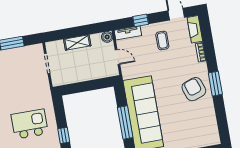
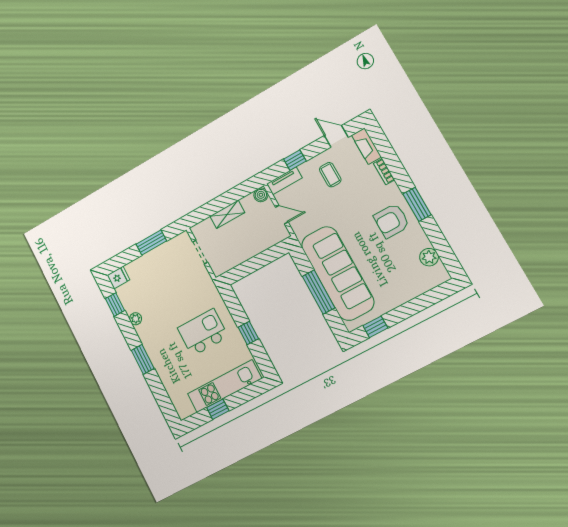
armchair: (194, 89) -> (392, 221), turned -71
plant: (211, 124) -> (429, 257), added

